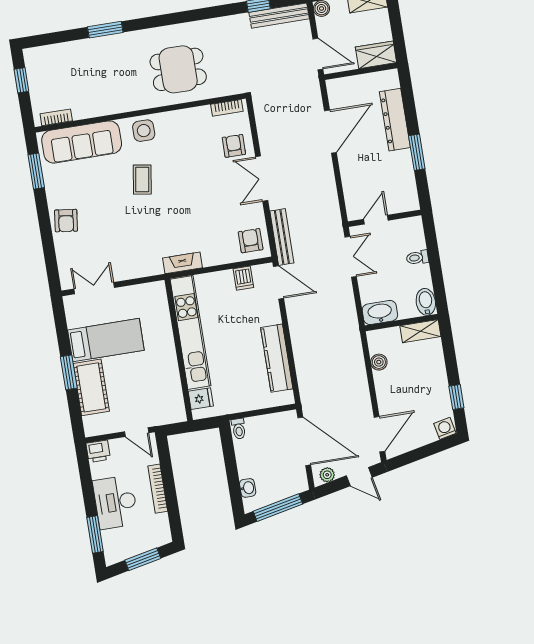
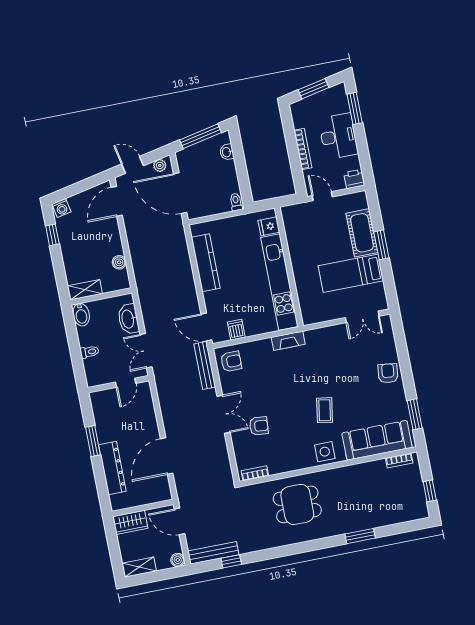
armchair: (234, 146) -> (259, 426), moved, turned -85
armchair: (251, 241) -> (231, 361), turned -90
washbasin: (380, 312) -> (128, 319), moved, turned 90

